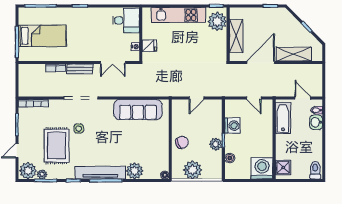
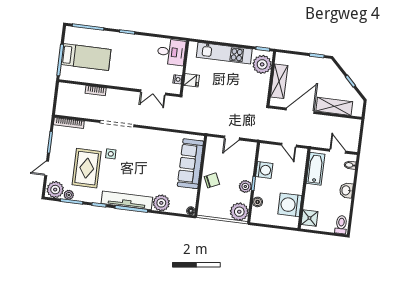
bench: (80, 69) -> (119, 95), removed
sofa: (138, 110) -> (190, 164), moved, turned 90
washbasin: (316, 122) -> (346, 190), moved
washing machine: (262, 168) -> (290, 205), moved, turned -90
plant: (192, 170) -> (239, 212), moved

